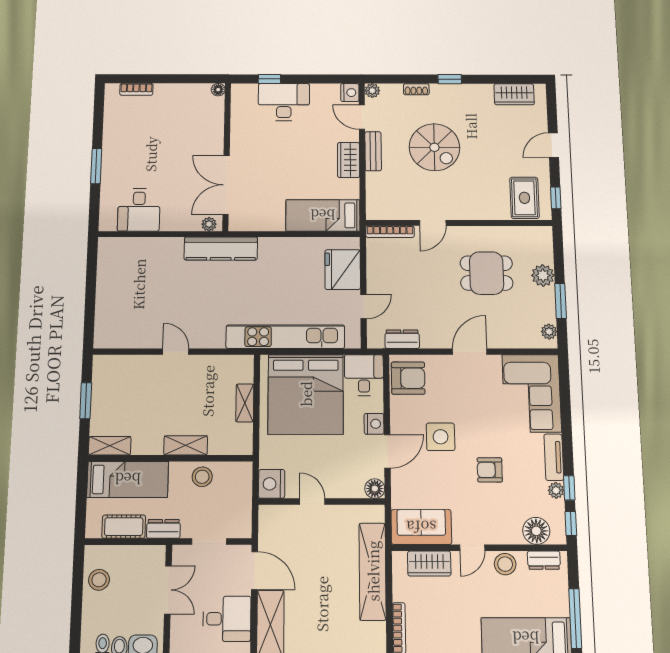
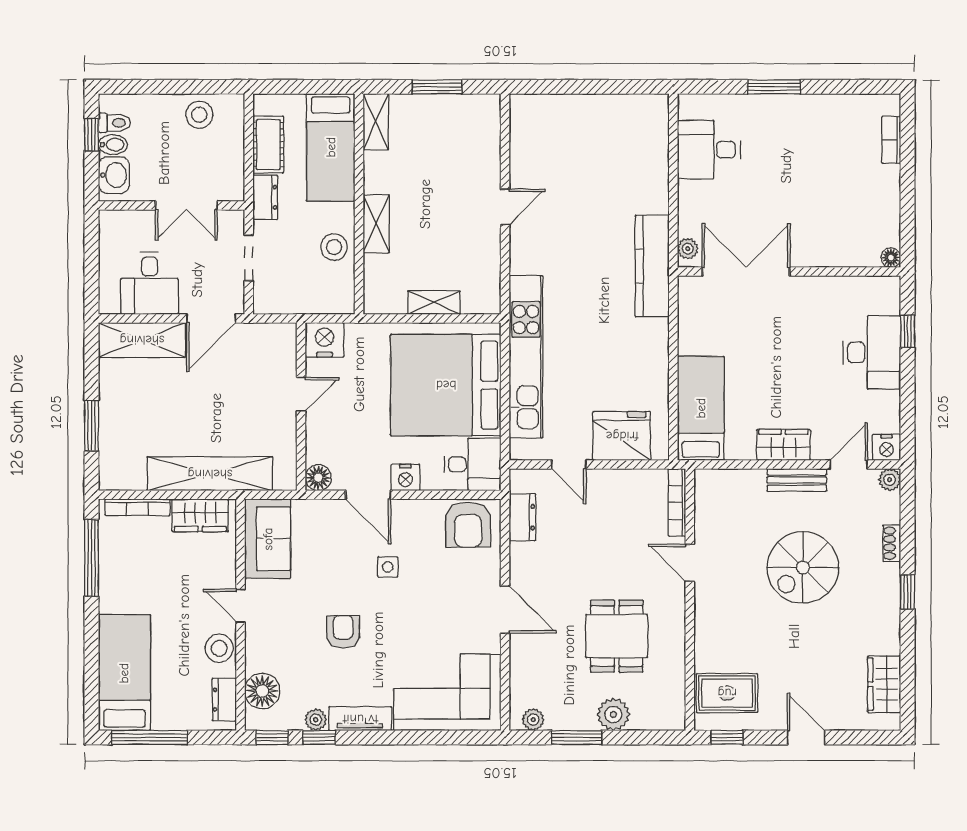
side table: (441, 437) -> (388, 567), width x0.54, depth x0.54
wardrobe: (429, 564) -> (200, 515), moved, turned -90

